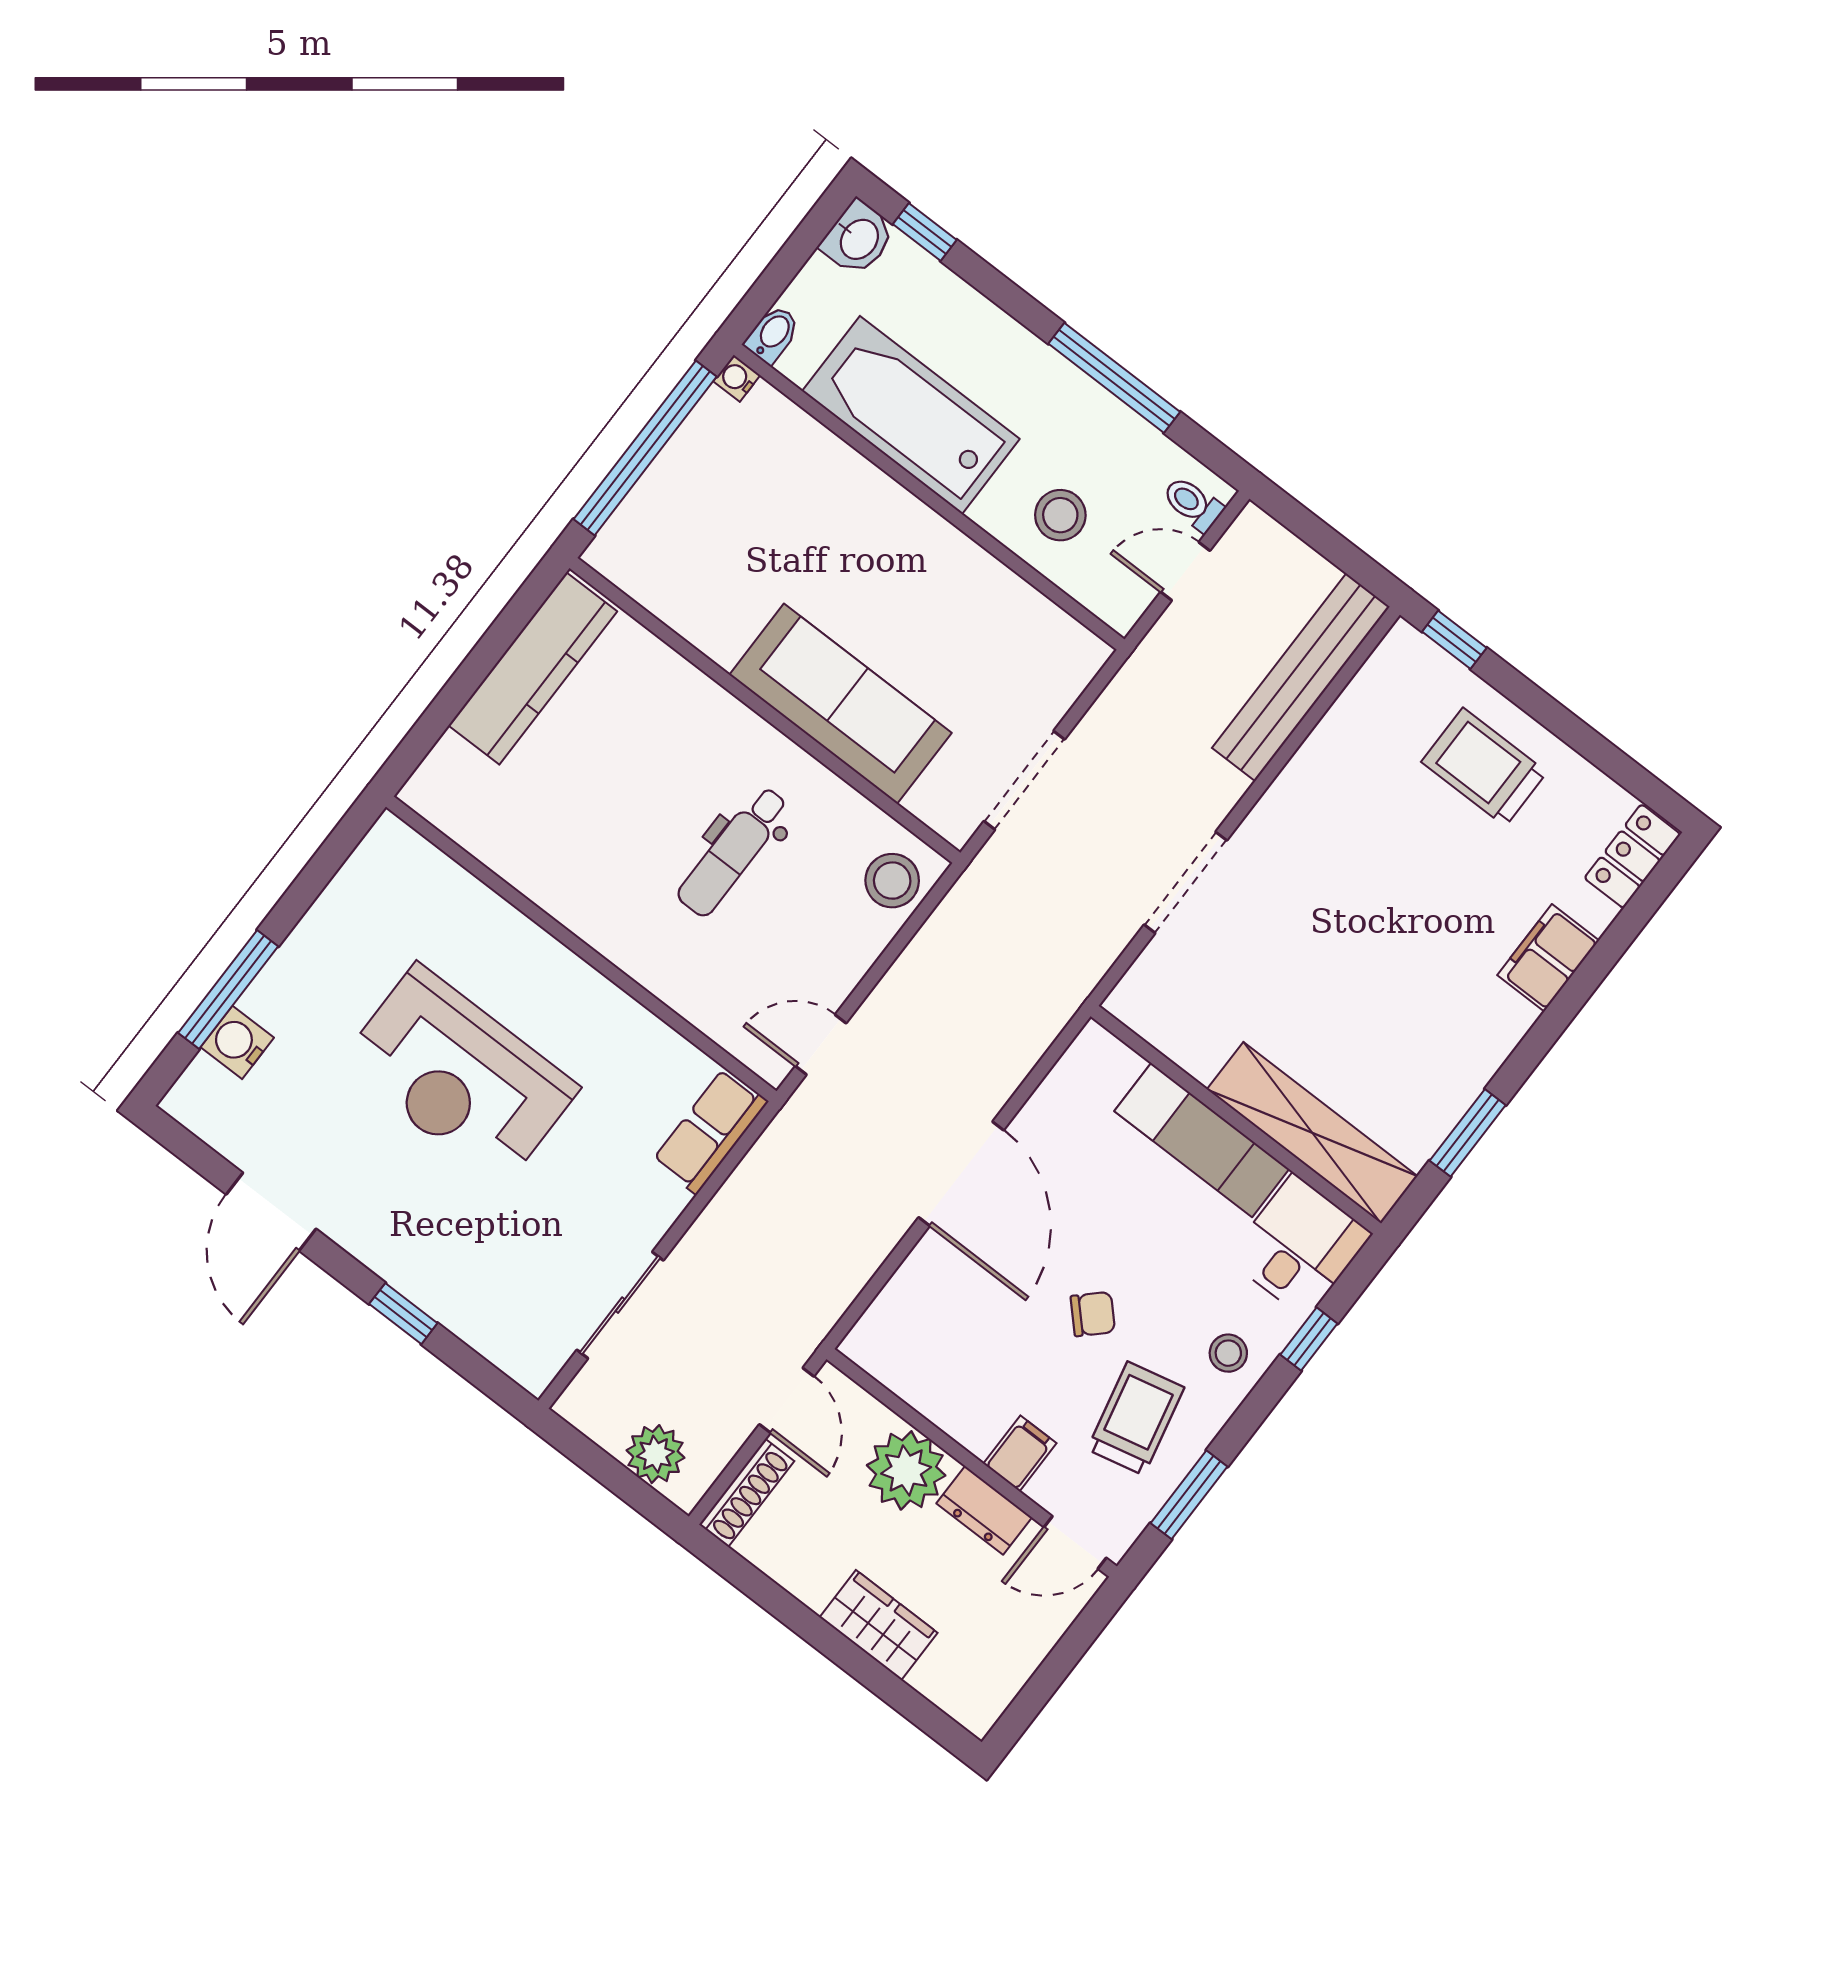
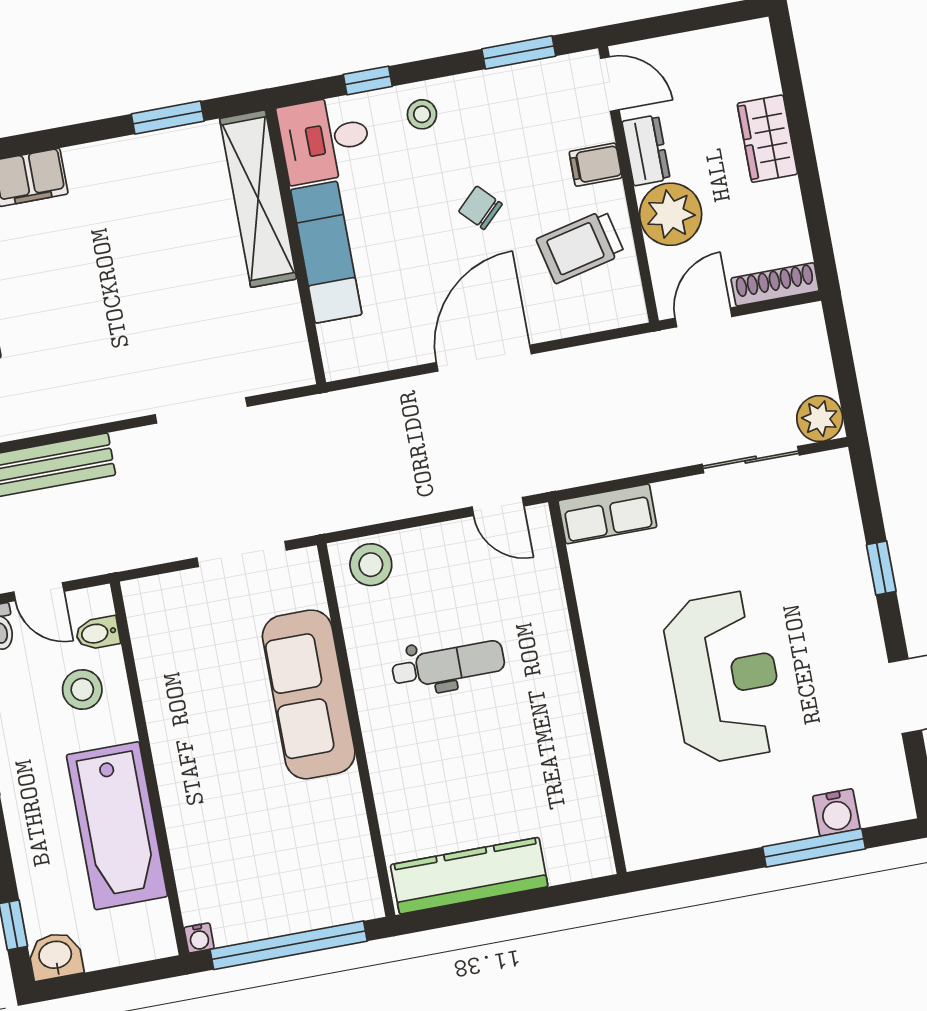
bidet: (772, 334) -> (98, 633), moved
trolley: (1136, 1418) -> (580, 247), moved
plant: (655, 1454) -> (820, 419), moved

